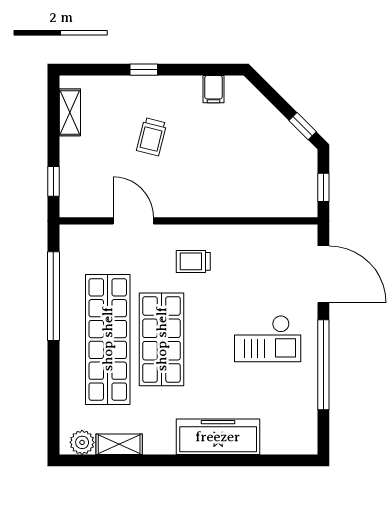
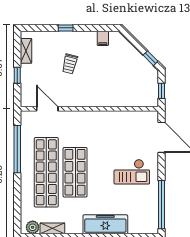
window: (53, 181) -> (17, 75), moved
door: (133, 221) -> (47, 109), moved
trolley: (193, 261) -> (92, 131), removed
window: (323, 365) -> (162, 205), moved

